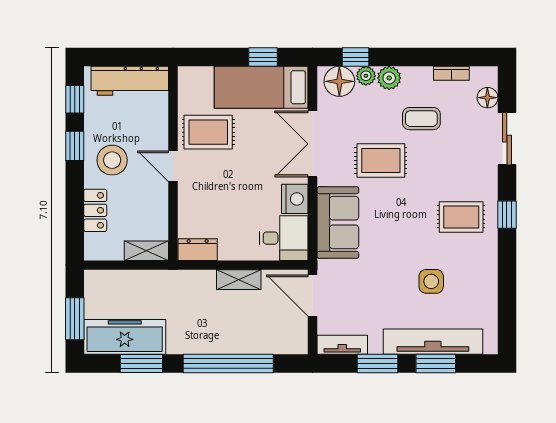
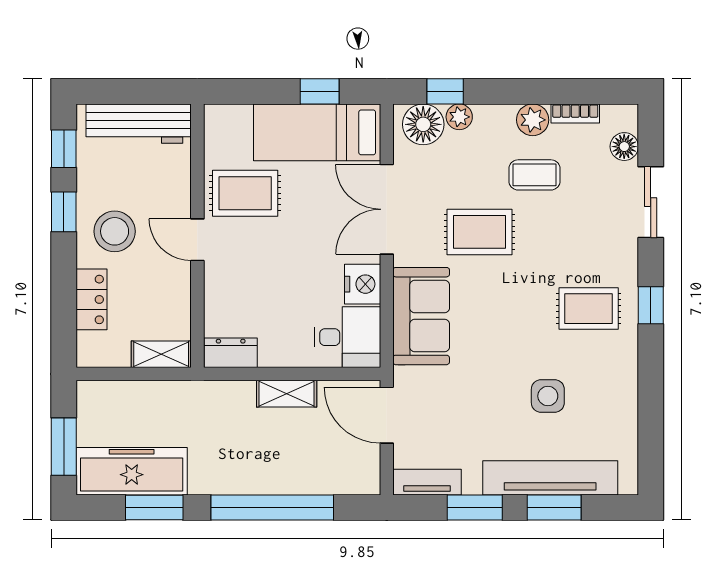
plant: (389, 78) -> (533, 120), moved

